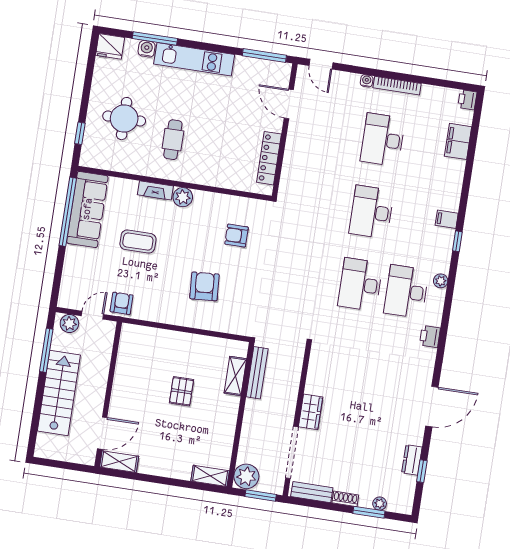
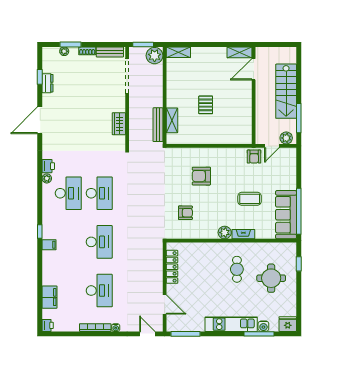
plant: (441, 281) -> (47, 178), moved
armchair: (204, 286) -> (201, 176), turned 94
wardrobe: (311, 412) -> (119, 124), moved

